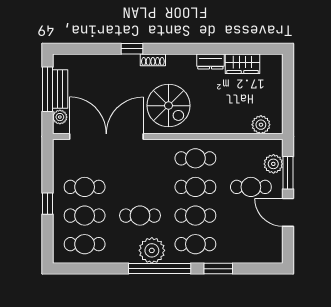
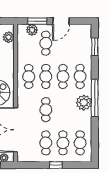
cafe table: (140, 216) -> (46, 110), moved
window: (218, 269) -> (95, 47), moved

